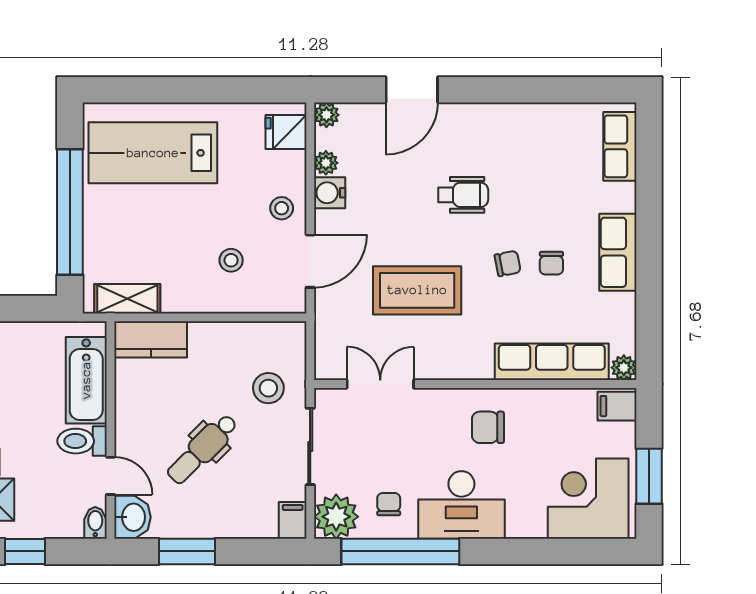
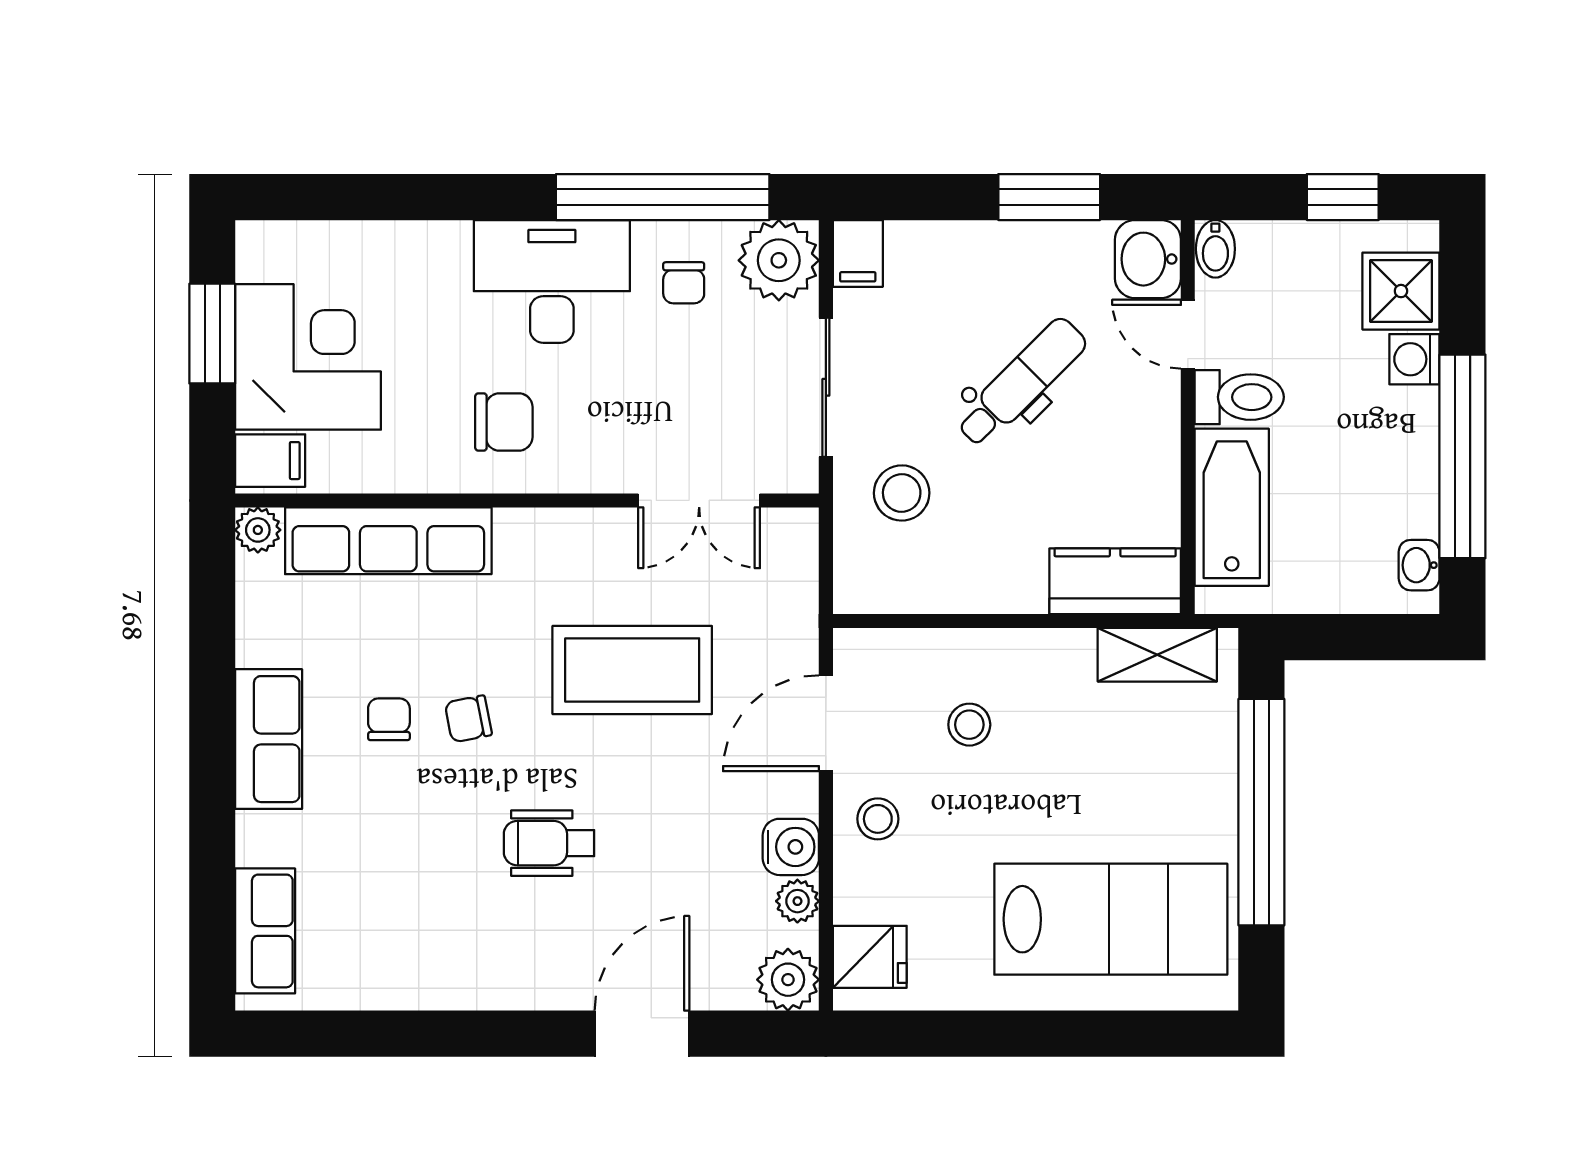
plant: (326, 115) -> (788, 980), width x1.38, depth x1.38
corner desk: (588, 499) -> (308, 357), moved, turned -90

